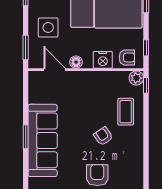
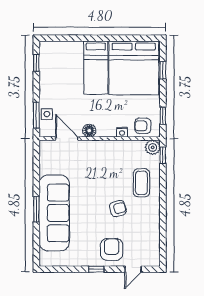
side table: (48, 27) -> (47, 114), moved, width x0.54, depth x0.54
armchair: (127, 58) -> (143, 126), turned 180
nightstand: (103, 60) -> (122, 132), width x0.53, depth x0.56
armchair: (103, 136) -> (118, 209), turned 110

